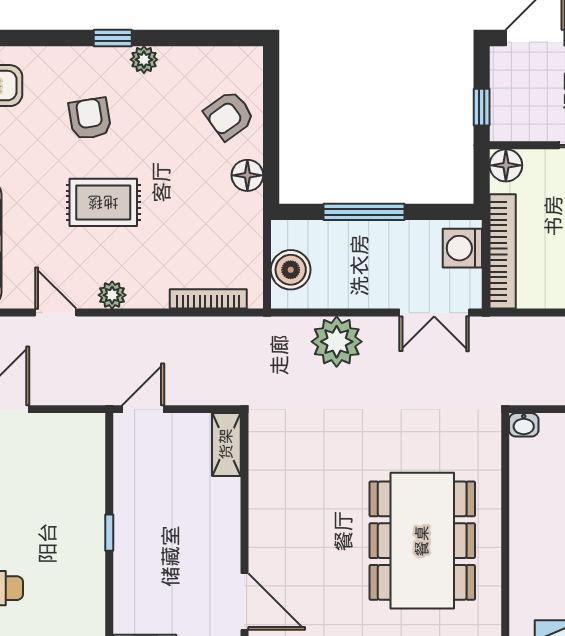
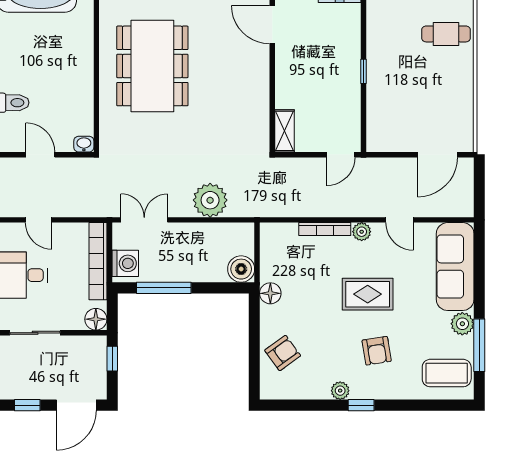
floor lamp: (247, 175) -> (270, 293), moved
window: (364, 212) -> (164, 288), moved
boiler: (291, 270) -> (241, 269), moved
bookcase: (208, 299) -> (325, 229), moved

